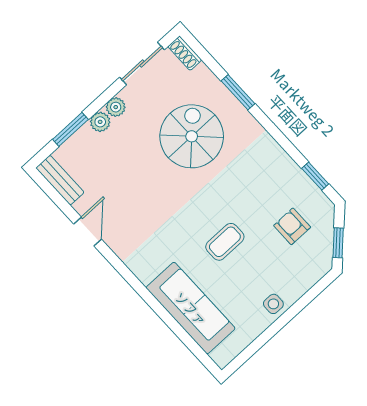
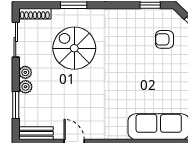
shoe rack: (185, 53) -> (35, 14), width x1.43
coffee table: (225, 242) -> (142, 80), removed

